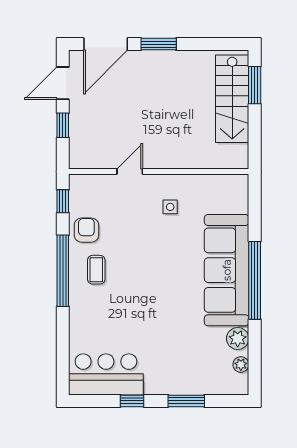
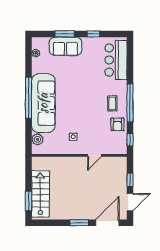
plant: (238, 339) -> (37, 139), moved
bar counter: (106, 374) -> (116, 60), moved, turned 90
sofa: (185, 377) -> (65, 46), added

